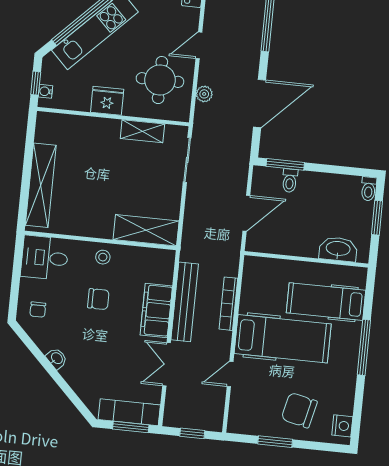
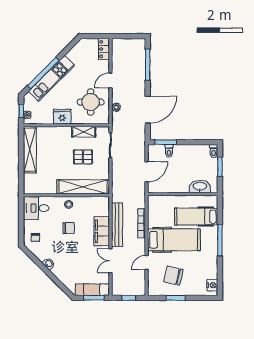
pallet: (137, 176) -> (83, 157), added
shelving: (41, 185) -> (30, 150), moved
shelving: (146, 230) -> (83, 187), width x1.47
chair: (299, 410) -> (173, 276), moved

